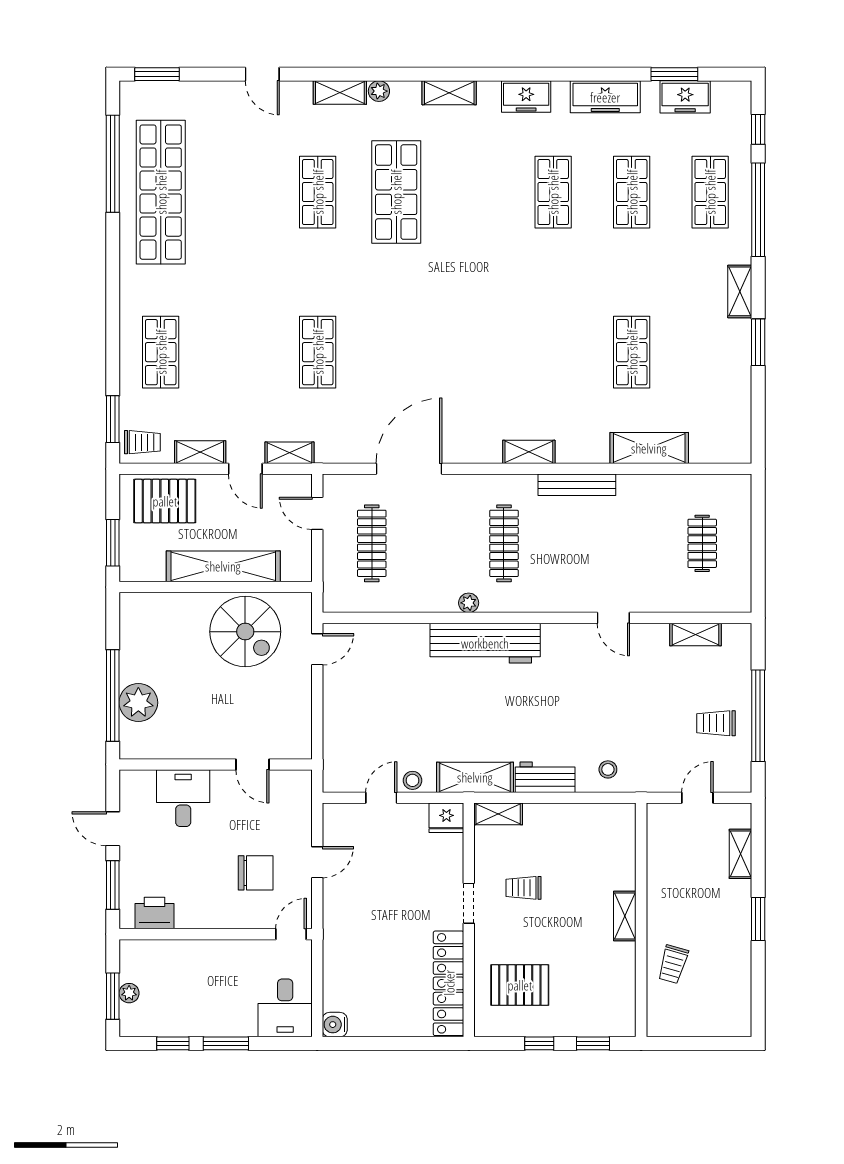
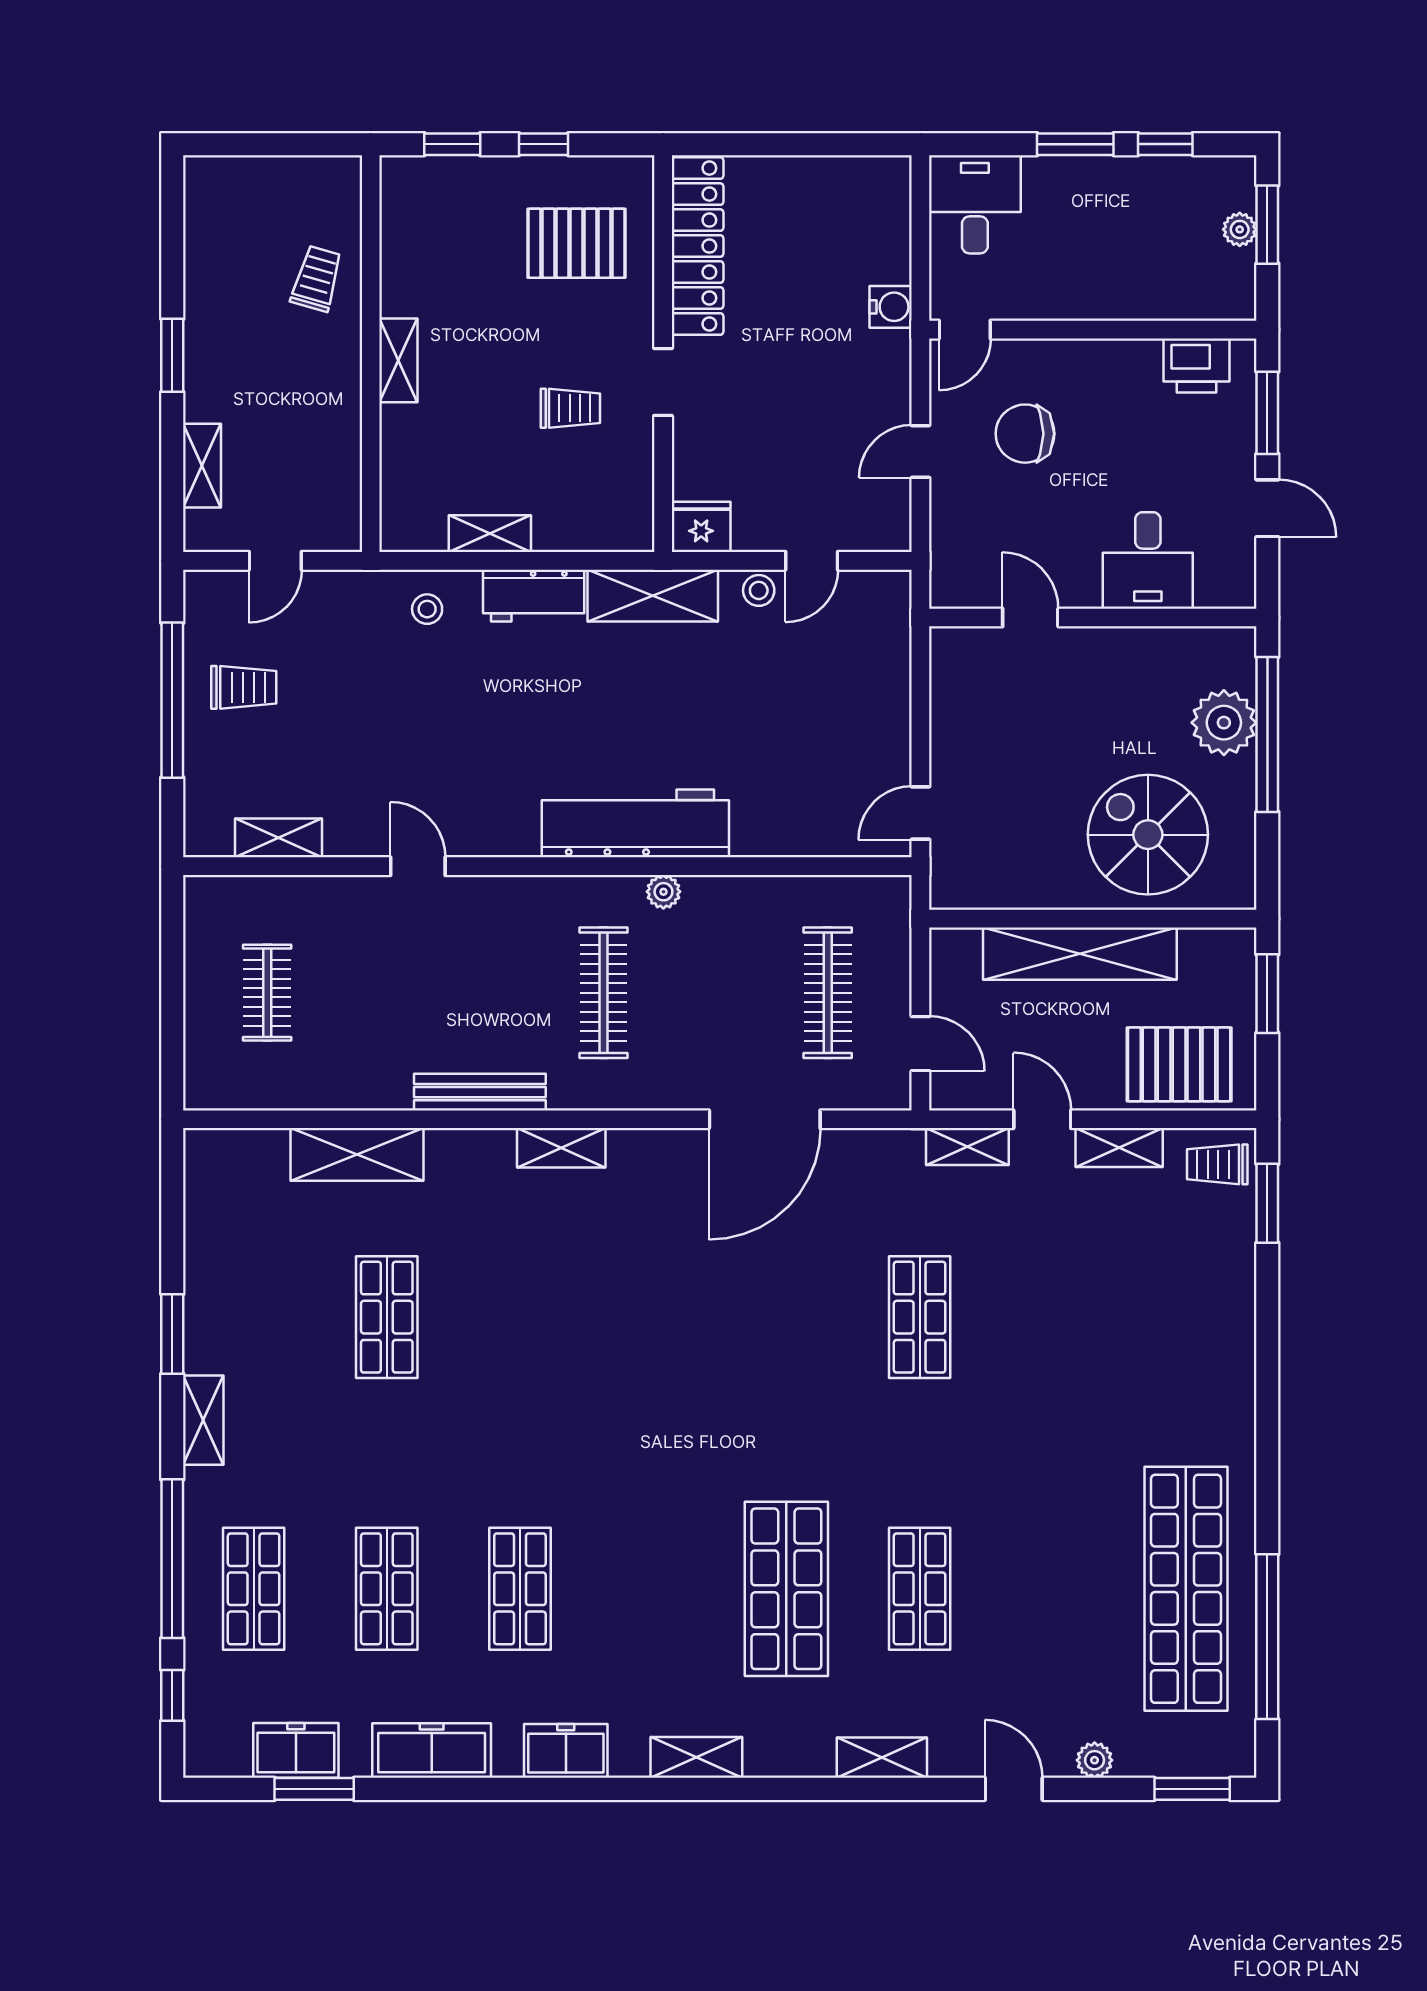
plant: (379, 91) -> (1095, 1760), moved
shop shelf: (161, 352) -> (1186, 1317), removed
spiral stairs: (245, 632) -> (1148, 835), moved
shelving: (498, 814) -> (490, 534), moved
water cooler: (335, 1025) -> (891, 307), moved

